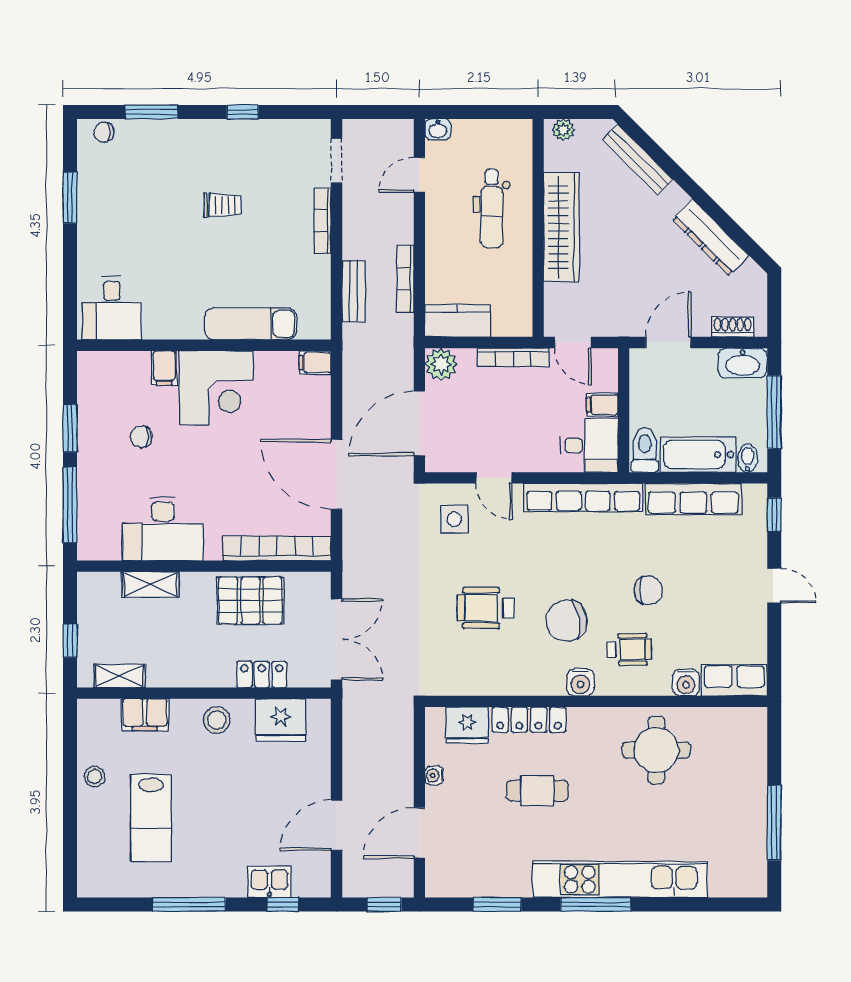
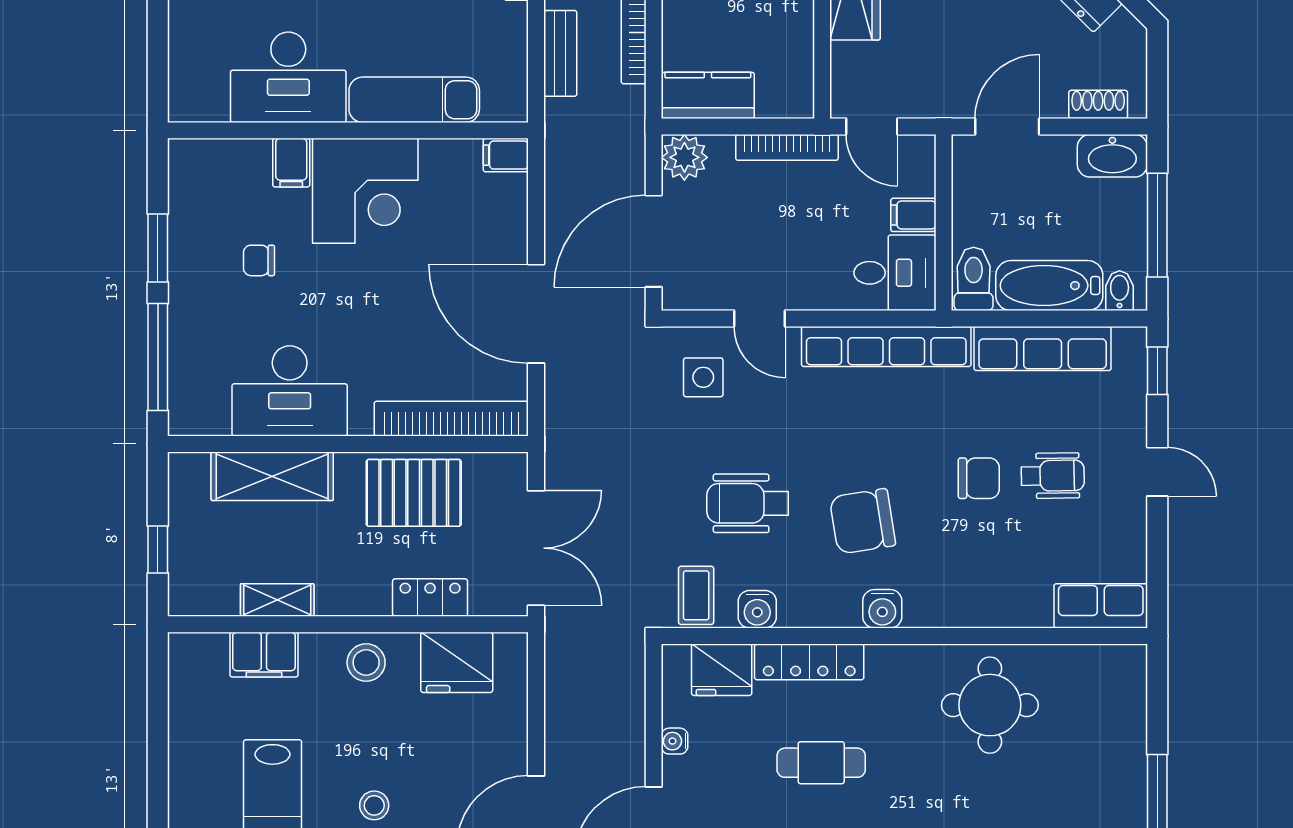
desk: (112, 308) -> (288, 77), moved, width x1.37
shelving: (151, 585) -> (272, 476), width x1.50, depth x1.33
wheelchair: (629, 649) -> (1053, 476), moved
coffee table: (449, 673) -> (696, 595), added
shelving: (120, 676) -> (277, 600), moved
water cooler: (686, 683) -> (757, 609), moved
stool: (95, 776) -> (374, 805), moved

